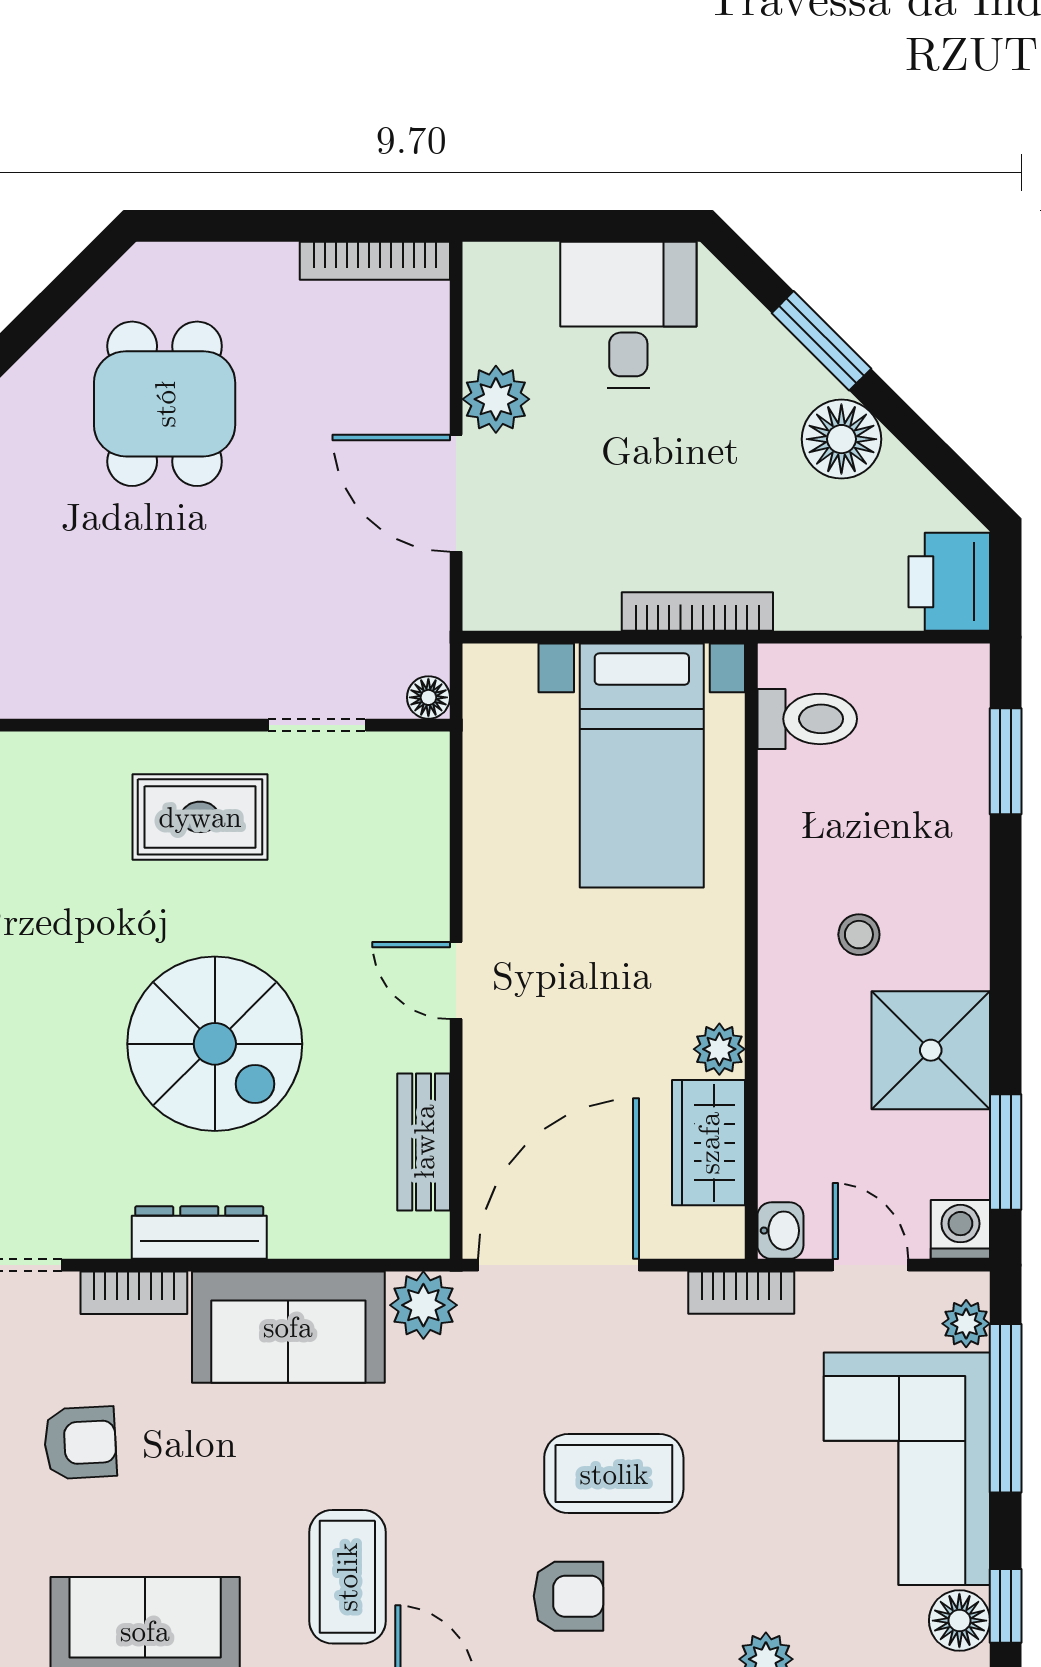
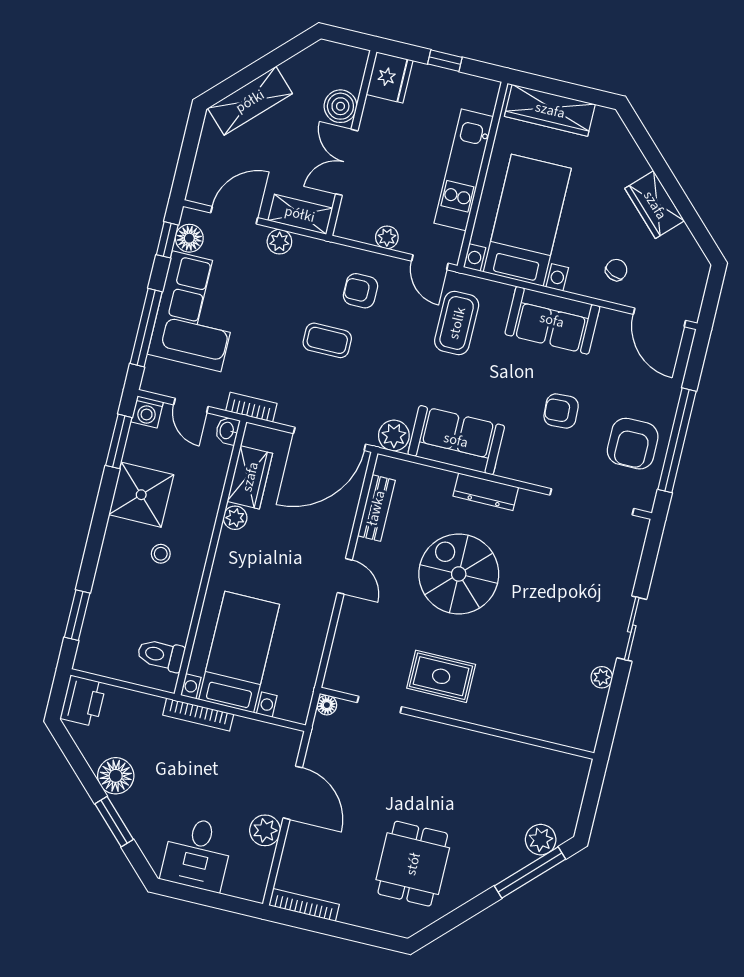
bookcase: (134, 1293) -> (521, 472), removed
plant: (966, 1324) -> (155, 369), removed
coffee table: (614, 1474) -> (327, 340), width x0.73, depth x0.77

